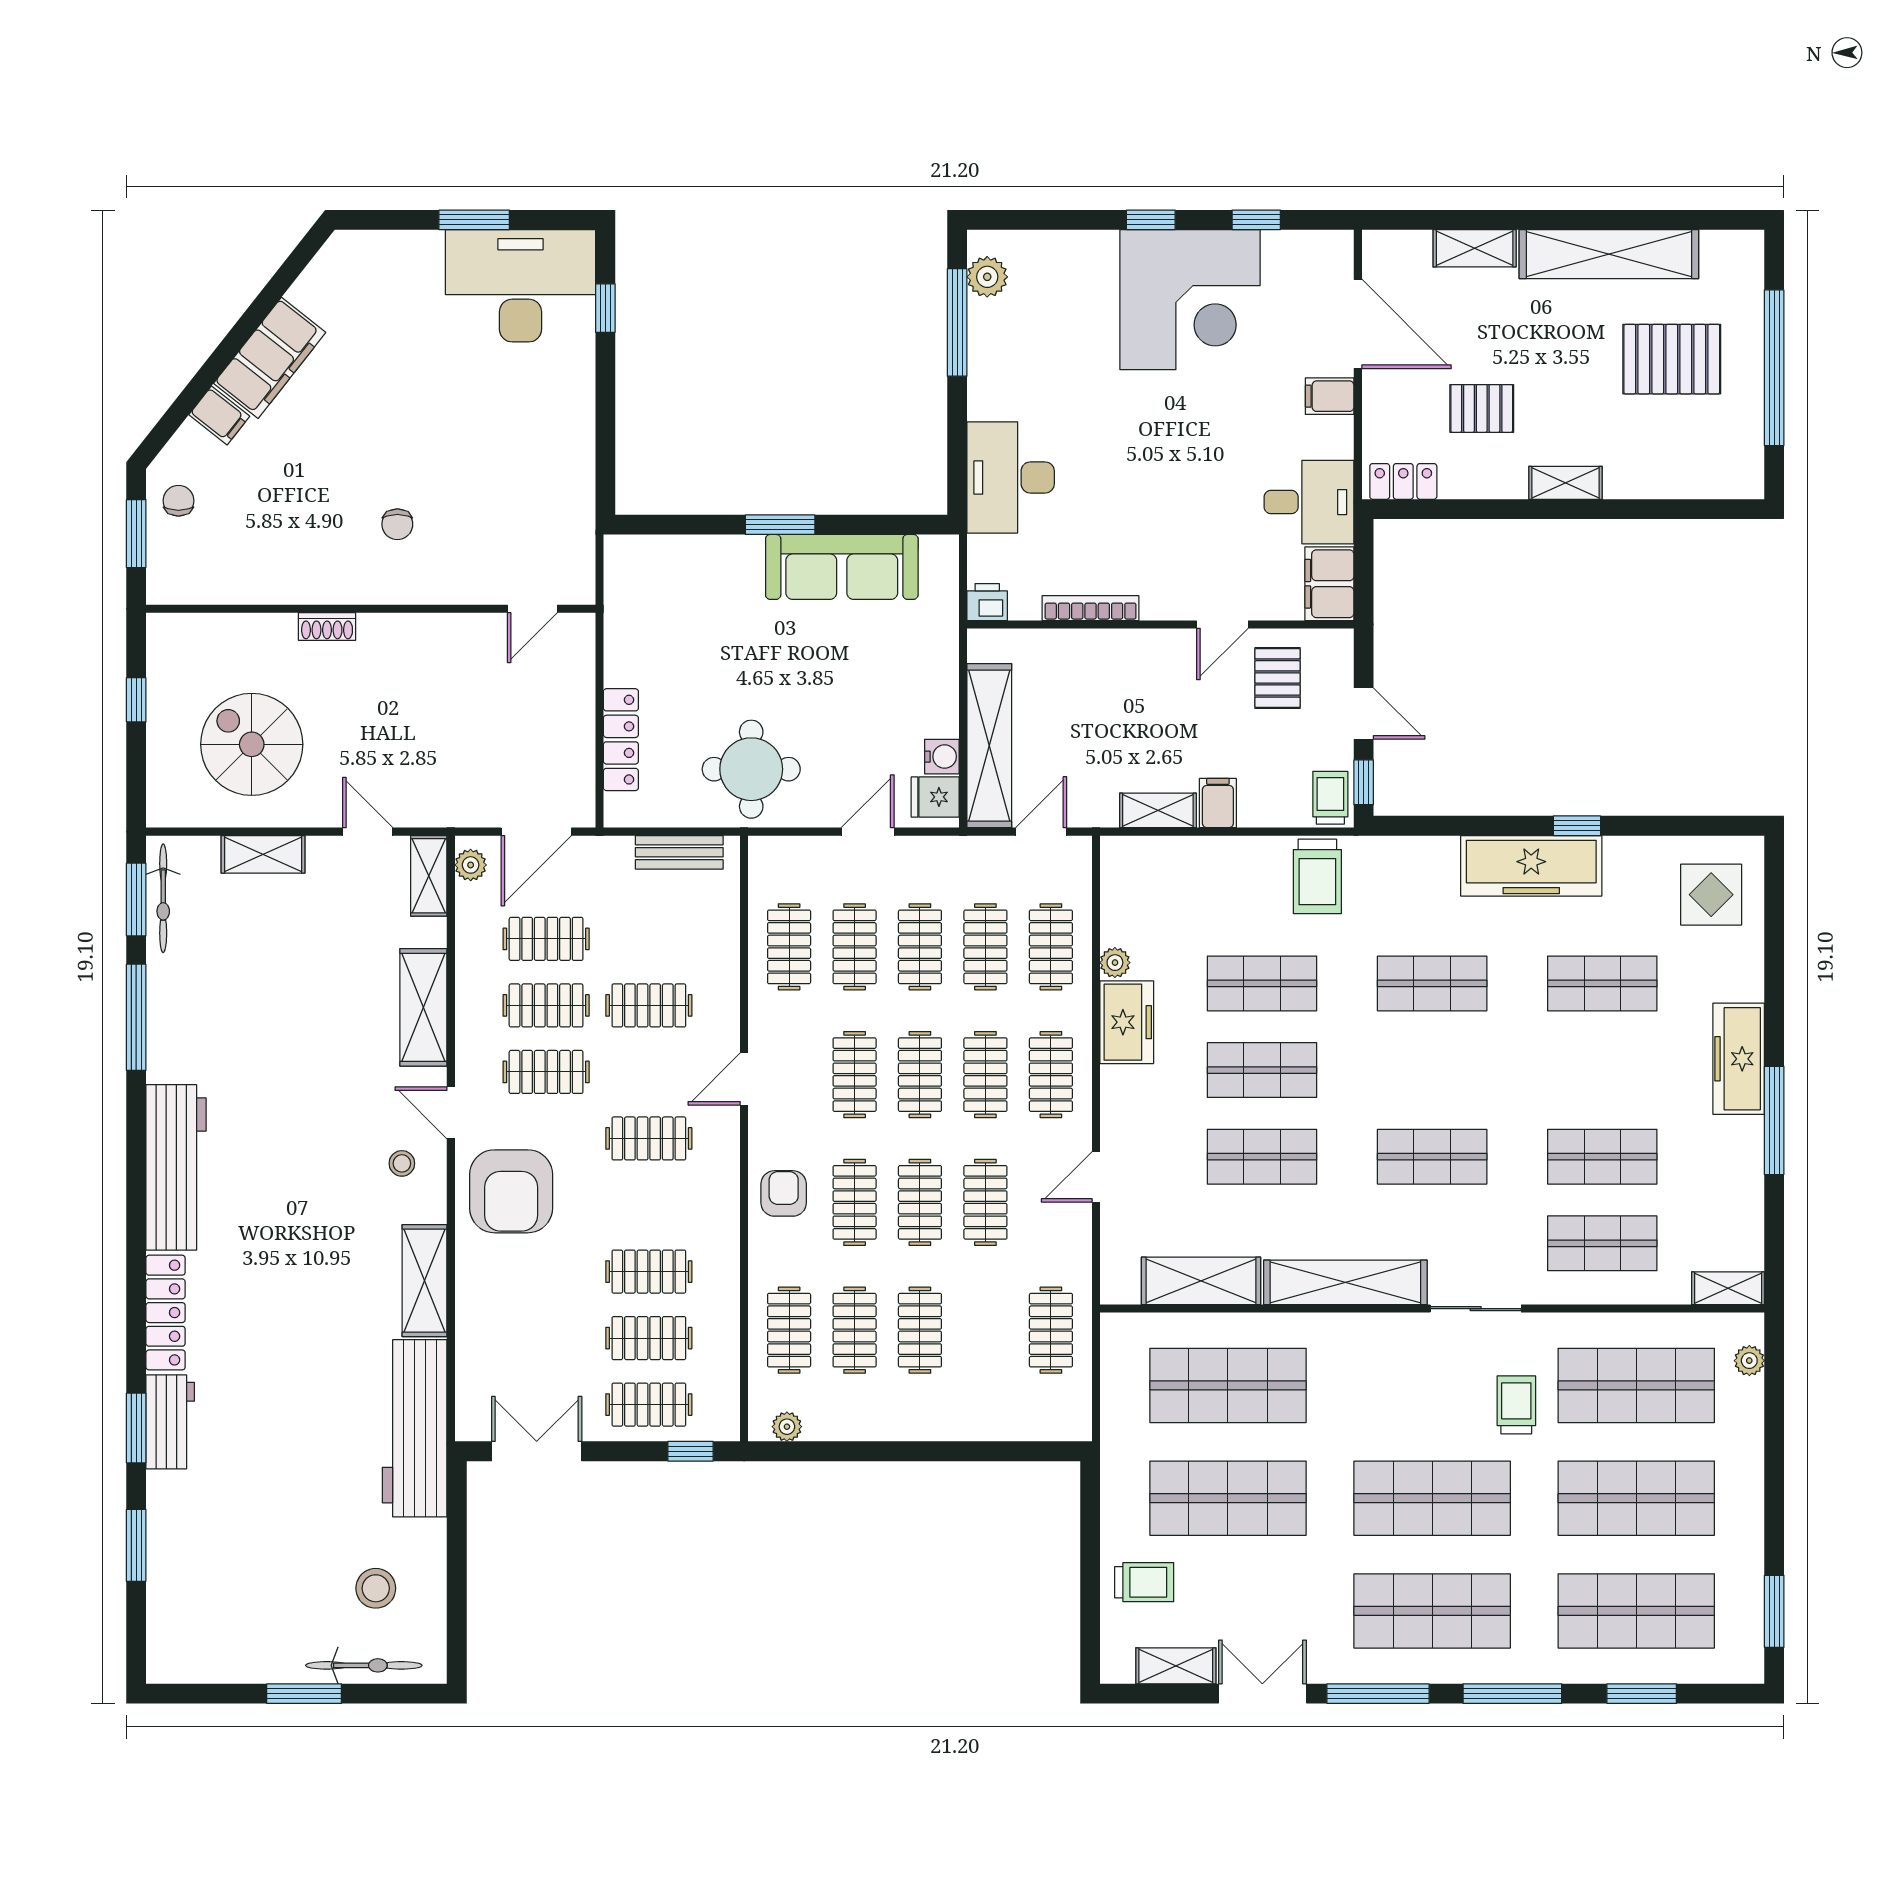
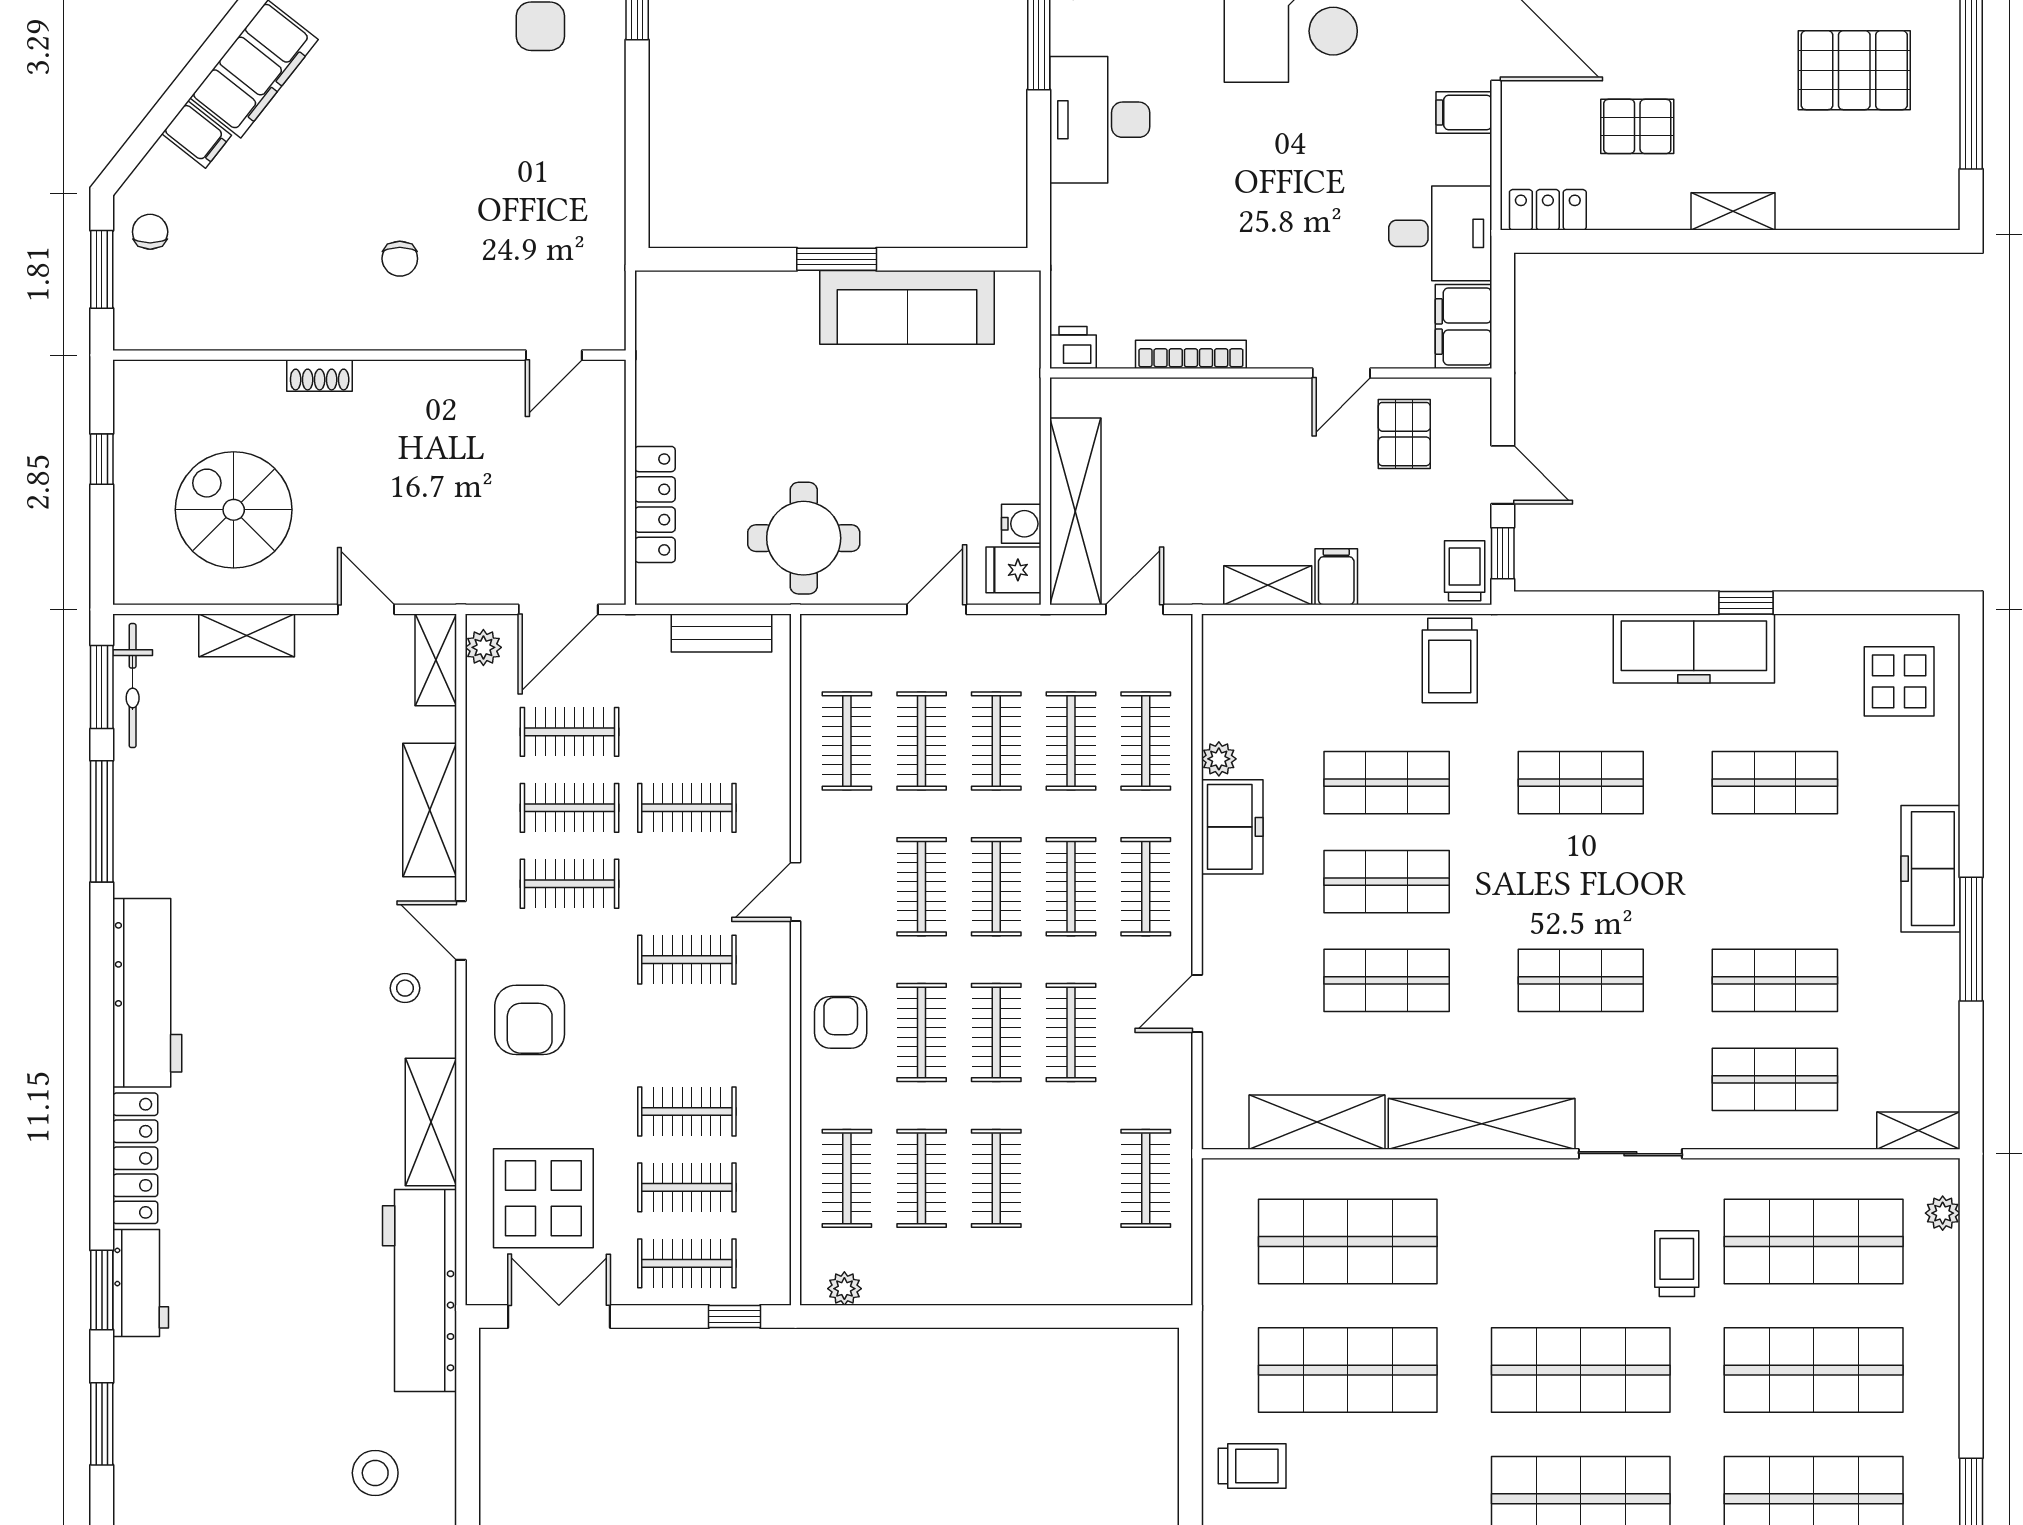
desk: (1011, 477) -> (1100, 120), moved
armchair: (511, 1191) -> (530, 1020), width x0.73, depth x0.73
display table: (523, 1348) -> (543, 1198), added

